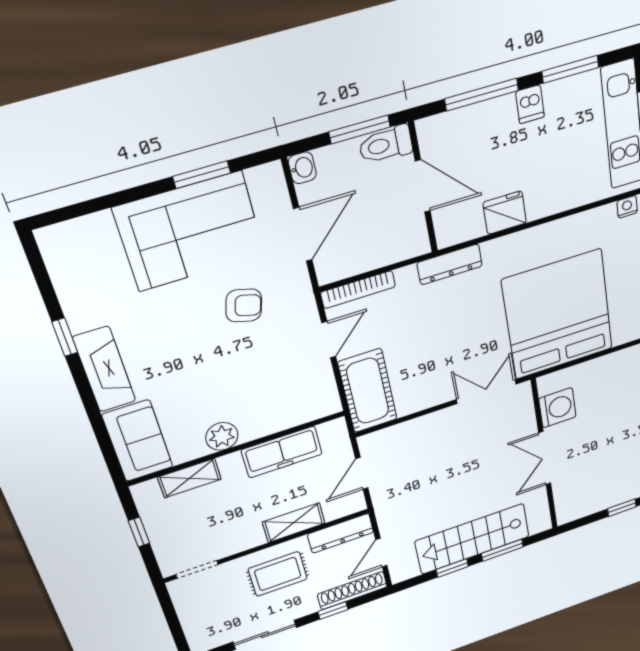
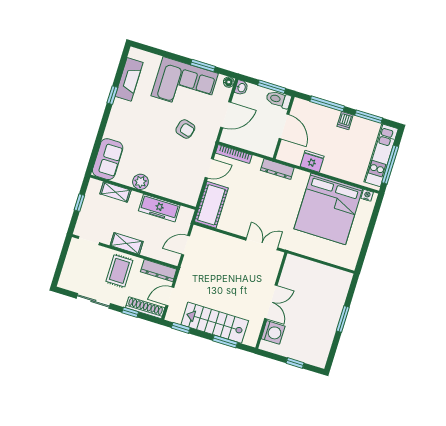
floor lamp: (272, 173) -> (229, 82), added
bed: (558, 315) -> (328, 209), moved, turned 180
fireplace: (104, 369) -> (129, 79), moved
washing machine: (557, 408) -> (273, 332), moved
double door: (545, 458) -> (271, 302), swing flipped
shelving: (294, 523) -> (127, 244), moved
window: (452, 568) -> (181, 328), moved
rug: (278, 574) -> (119, 271), turned 90

